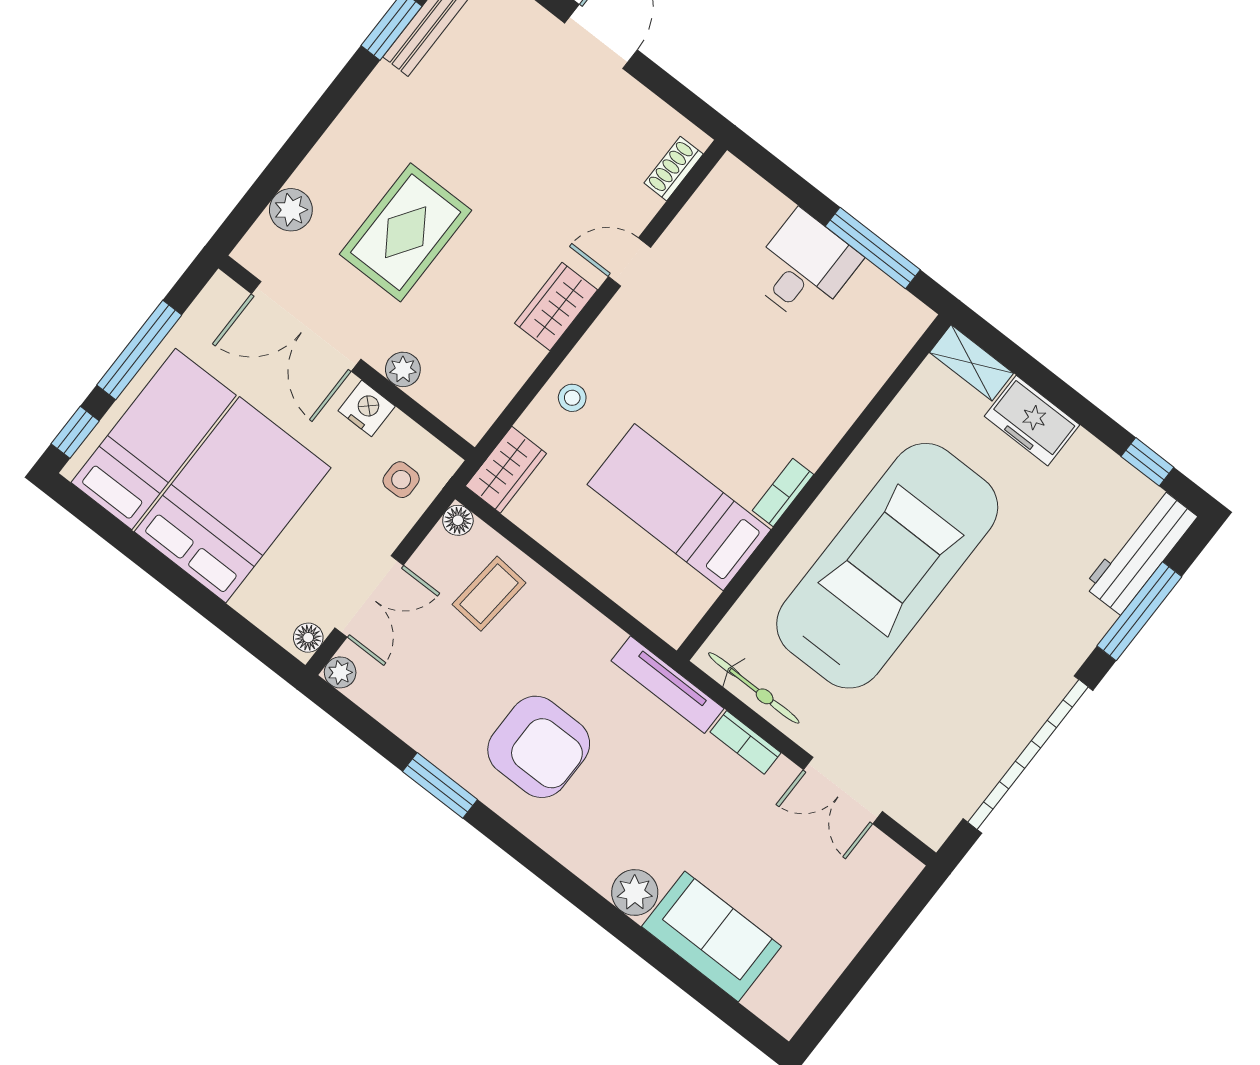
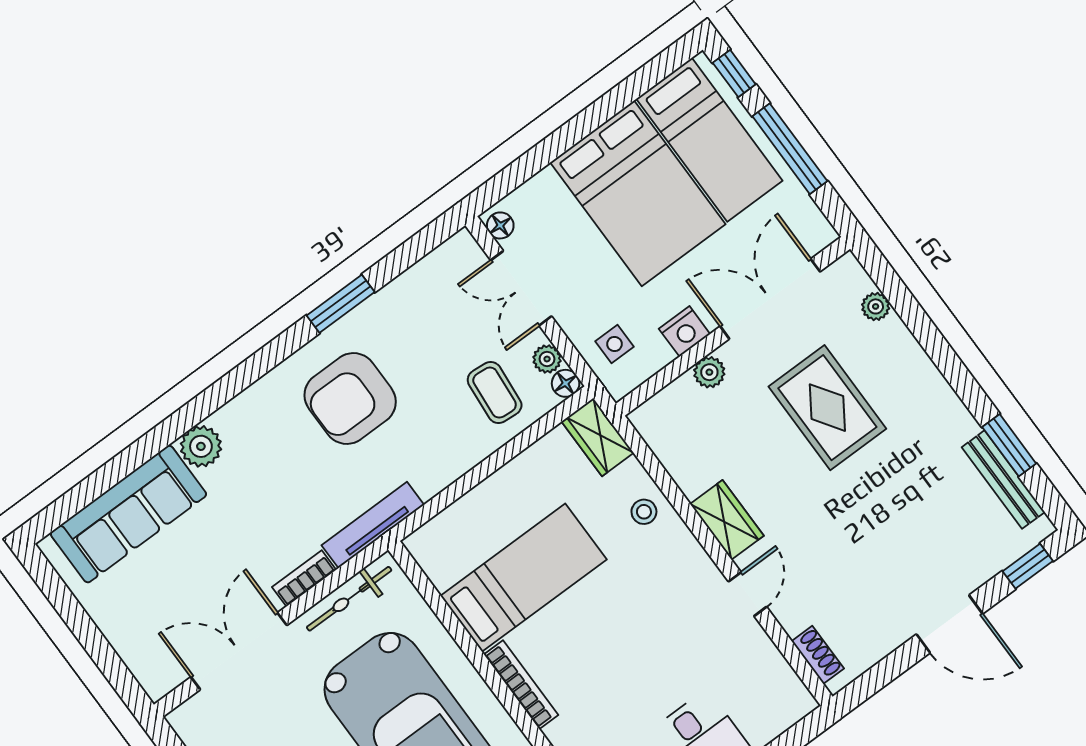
plant: (291, 210) -> (876, 306), width x0.73, depth x0.73
bookcase: (783, 493) -> (521, 685), width x1.56
plant: (340, 672) -> (547, 359), moved
double door: (843, 790) -> (239, 651), width x1.37
sofa: (711, 936) -> (128, 514), width x1.36

